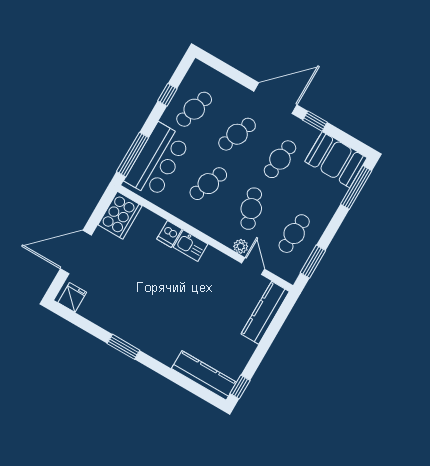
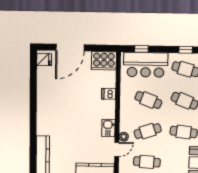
window: (133, 155) -> (141, 49), width x0.46
kitchen sink: (190, 246) -> (108, 128), moved
door: (76, 252) -> (70, 48), swing flipped
window: (123, 347) -> (33, 103), removed

